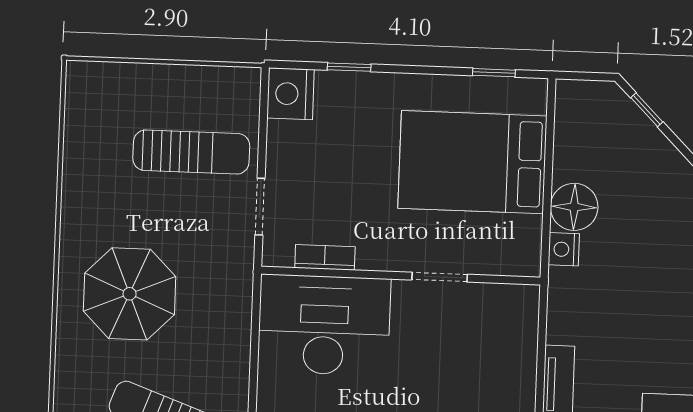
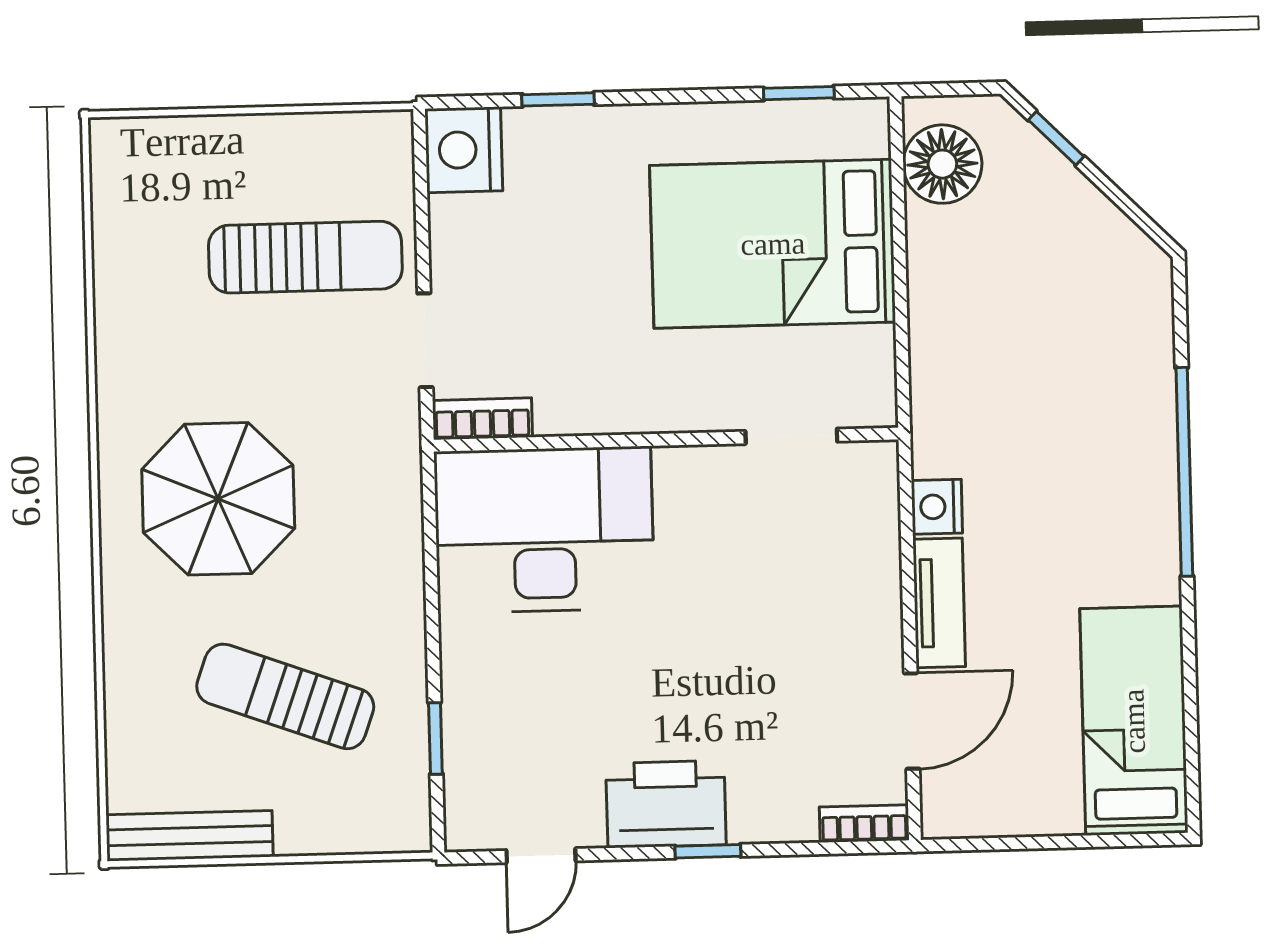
floor lamp: (574, 207) -> (942, 164), moved
nightstand: (564, 249) -> (937, 507), moved
bookcase: (325, 257) -> (482, 419), moved
doorway: (440, 277) -> (791, 436), moved

